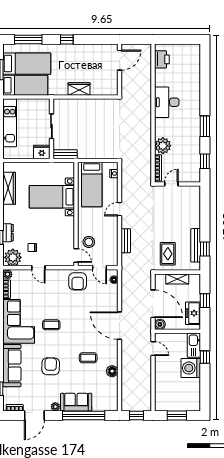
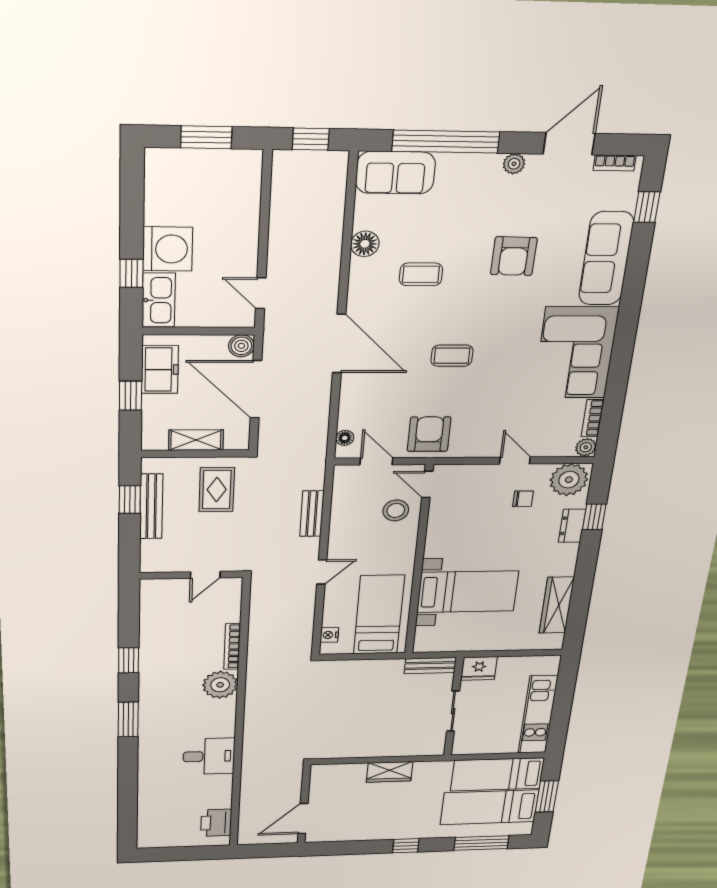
desk: (167, 102) -> (209, 756), width x0.73
door: (171, 184) -> (205, 575), moved
wall: (178, 184) -> (191, 575), moved
coffee table: (51, 325) -> (452, 356), moved
sofa: (76, 402) -> (395, 173), moved

